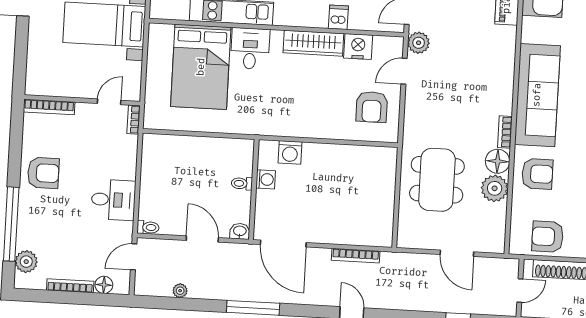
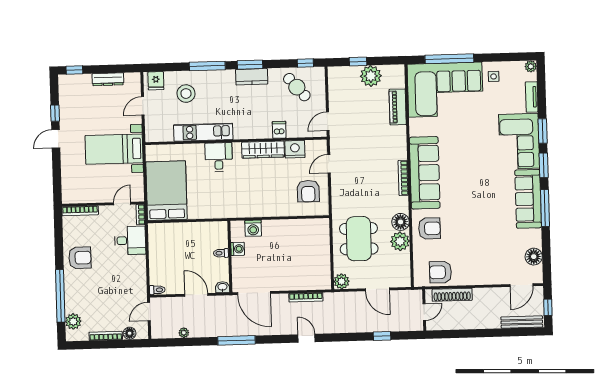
plant: (419, 43) -> (342, 281), moved
bed: (201, 67) -> (166, 191), moved, turned 180
bookcase: (505, 132) -> (403, 178), moved, width x1.56
desk: (113, 200) -> (130, 240), moved

